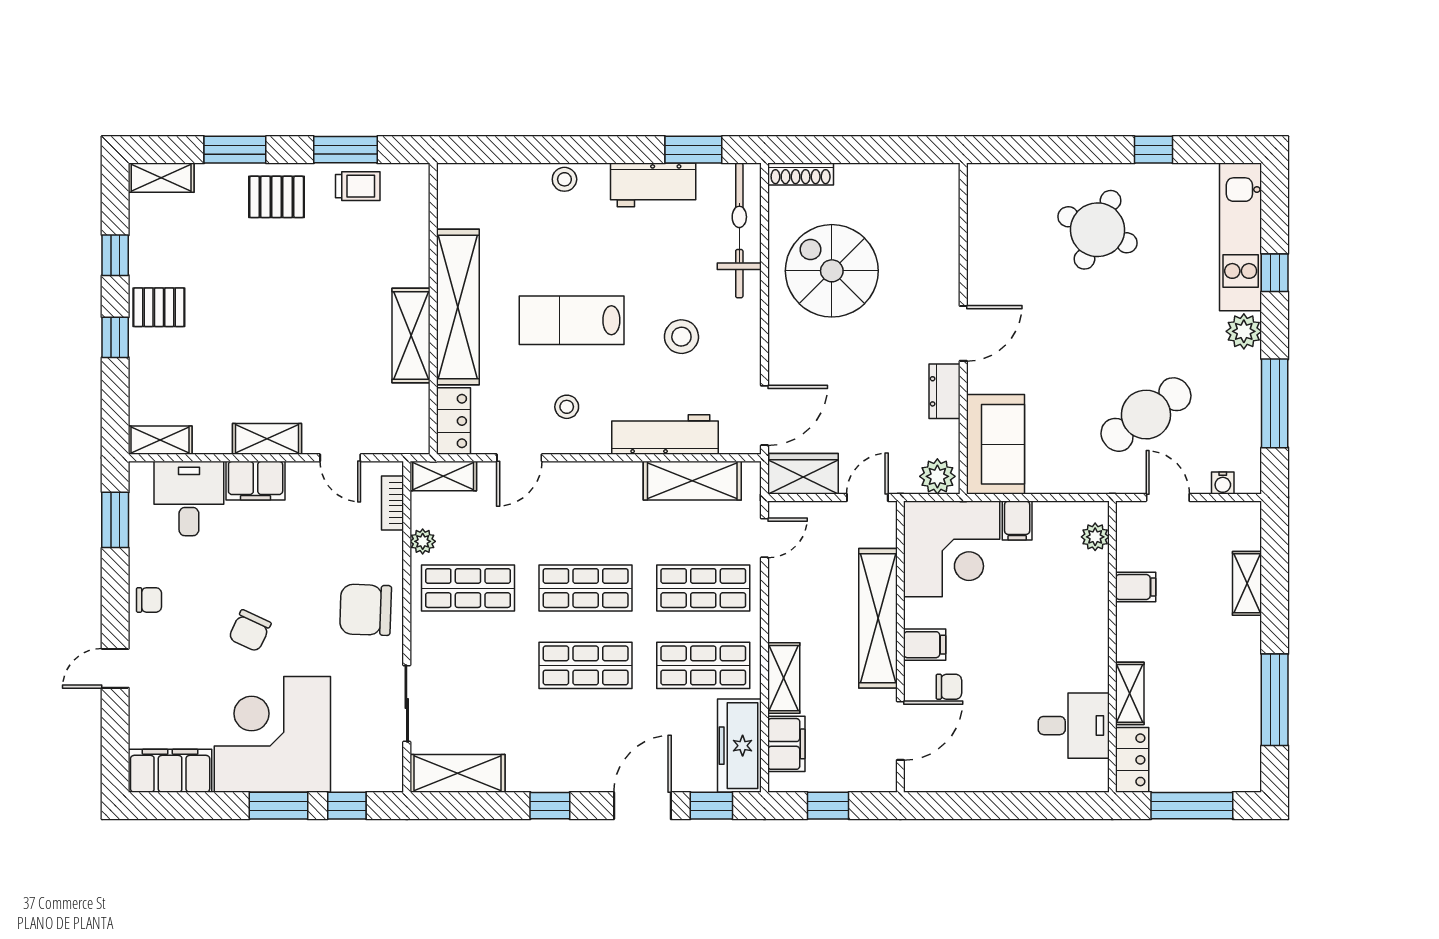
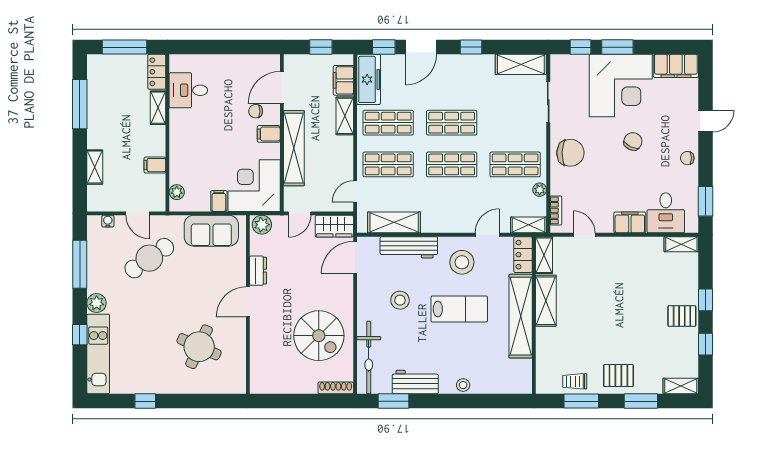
round table: (1098, 230) -> (199, 347), moved
stool: (567, 407) -> (462, 262), width x1.89, depth x1.89
shelving: (267, 439) -> (544, 255), moved, turned 90
sofa: (995, 444) -> (211, 231), moved, turned -90

